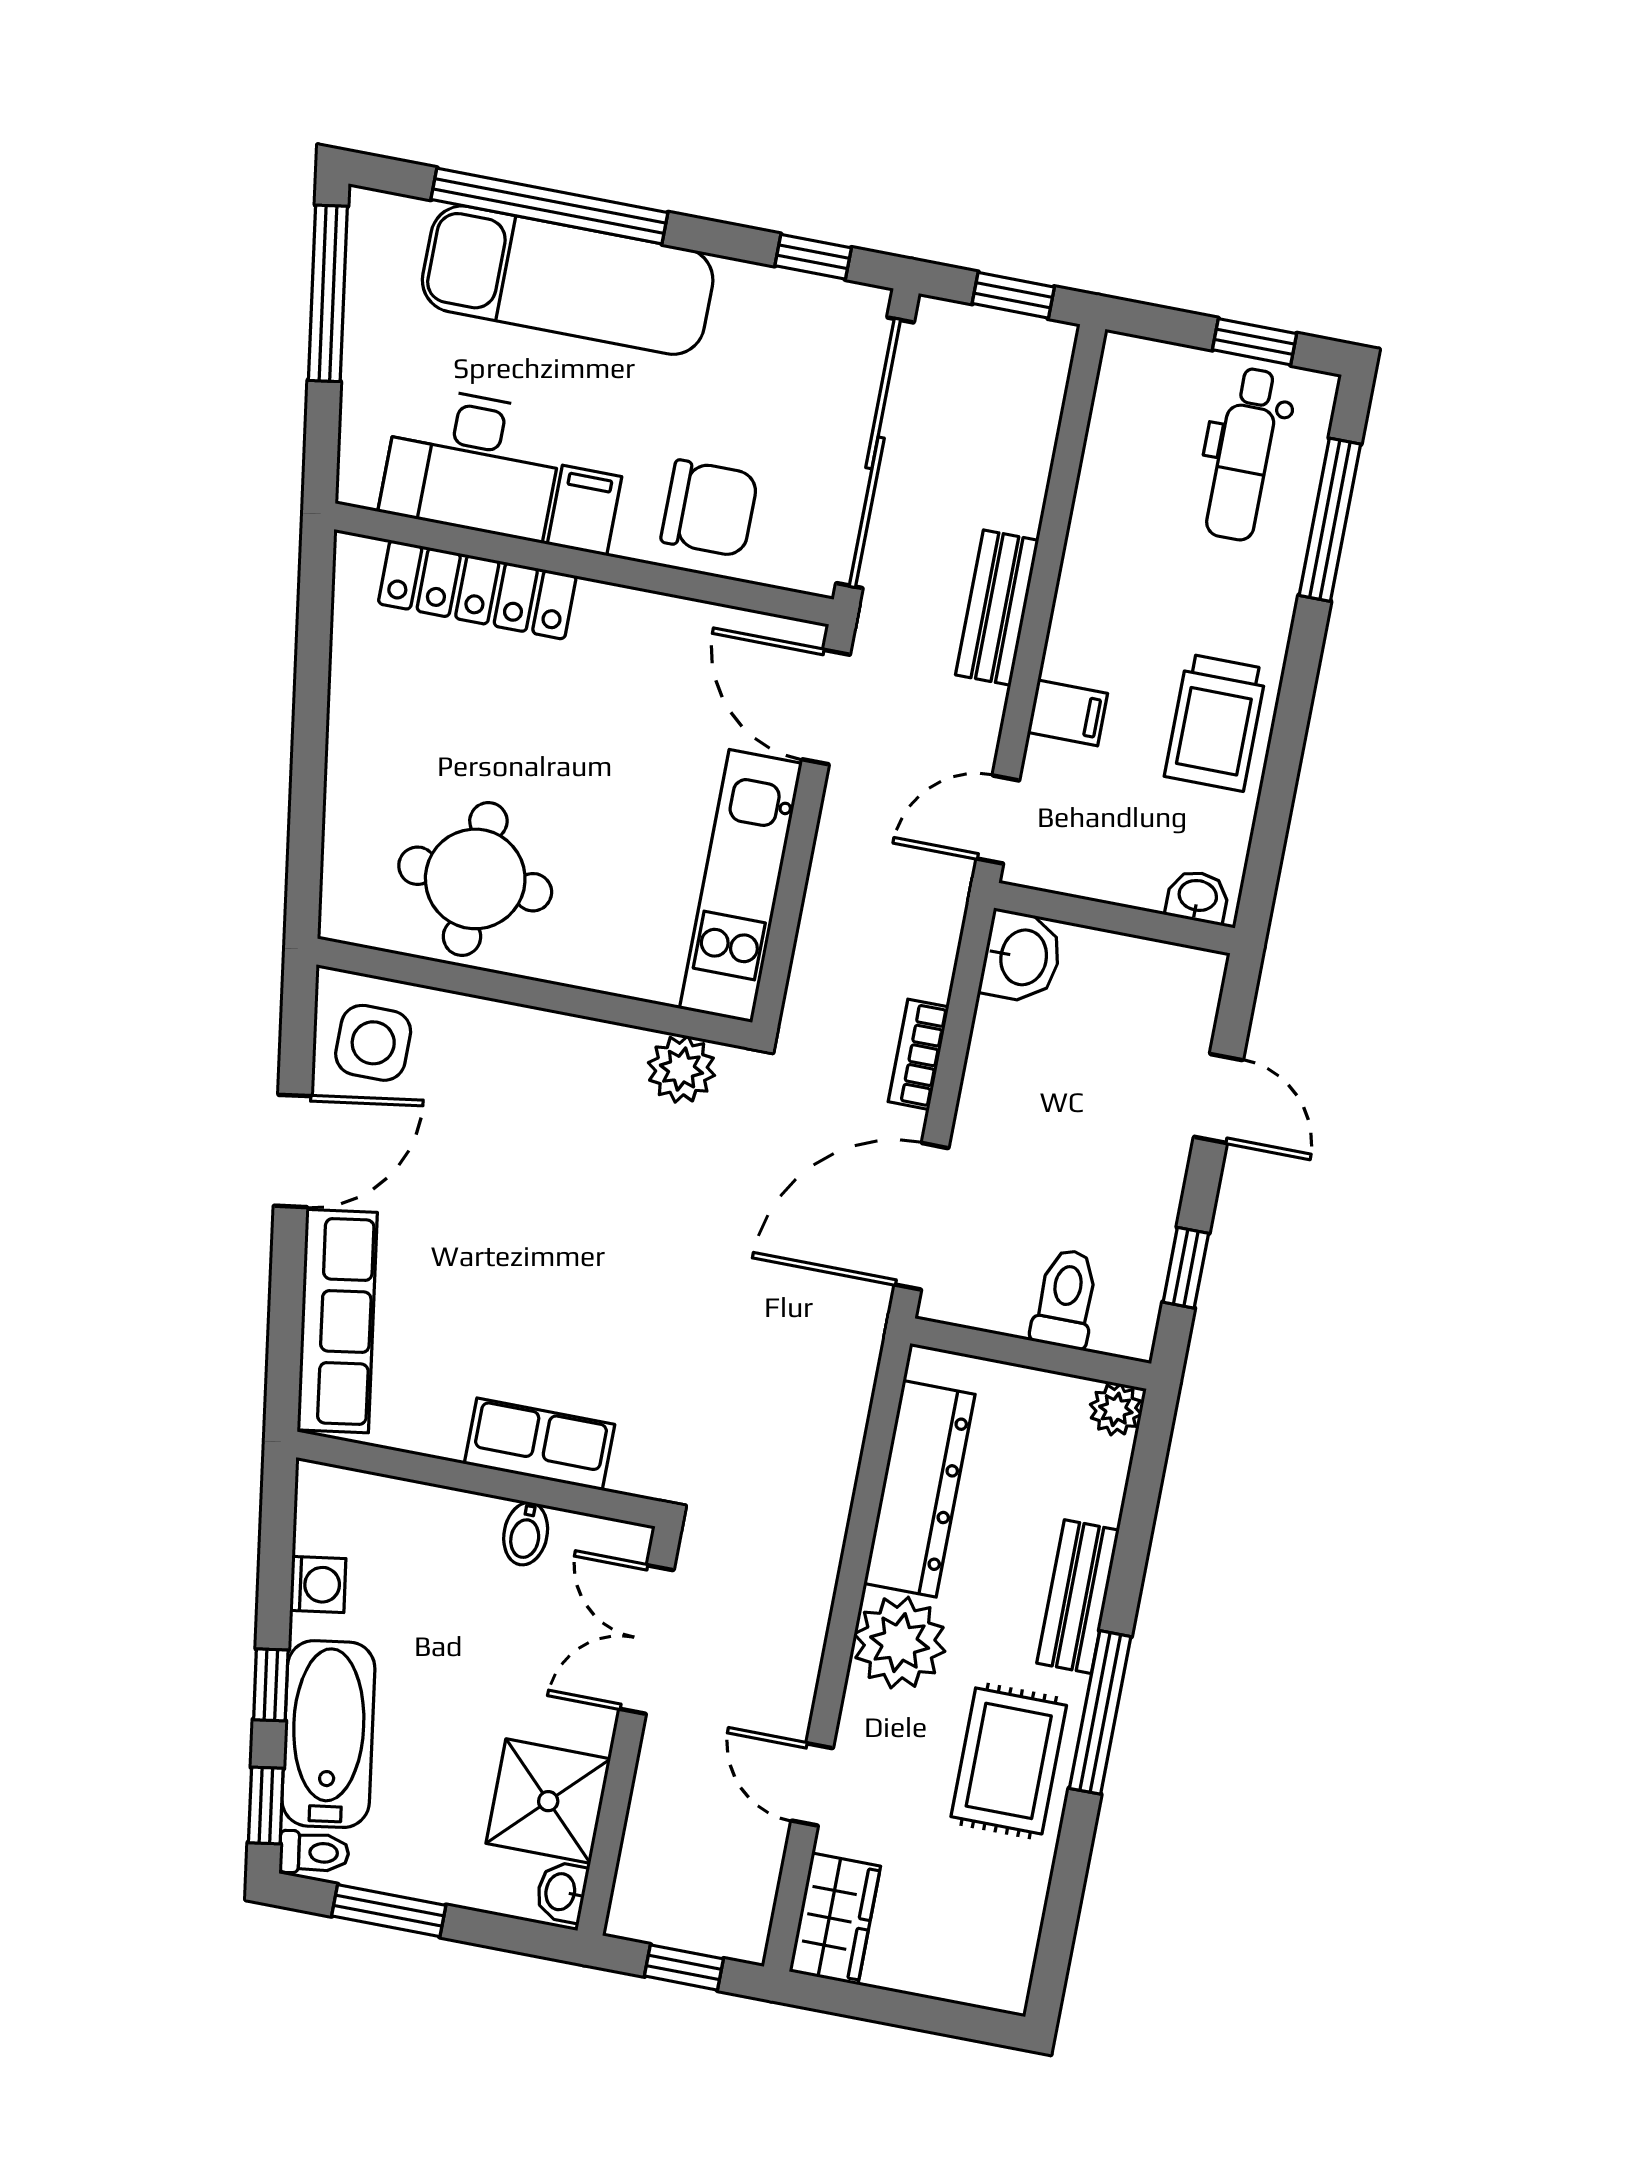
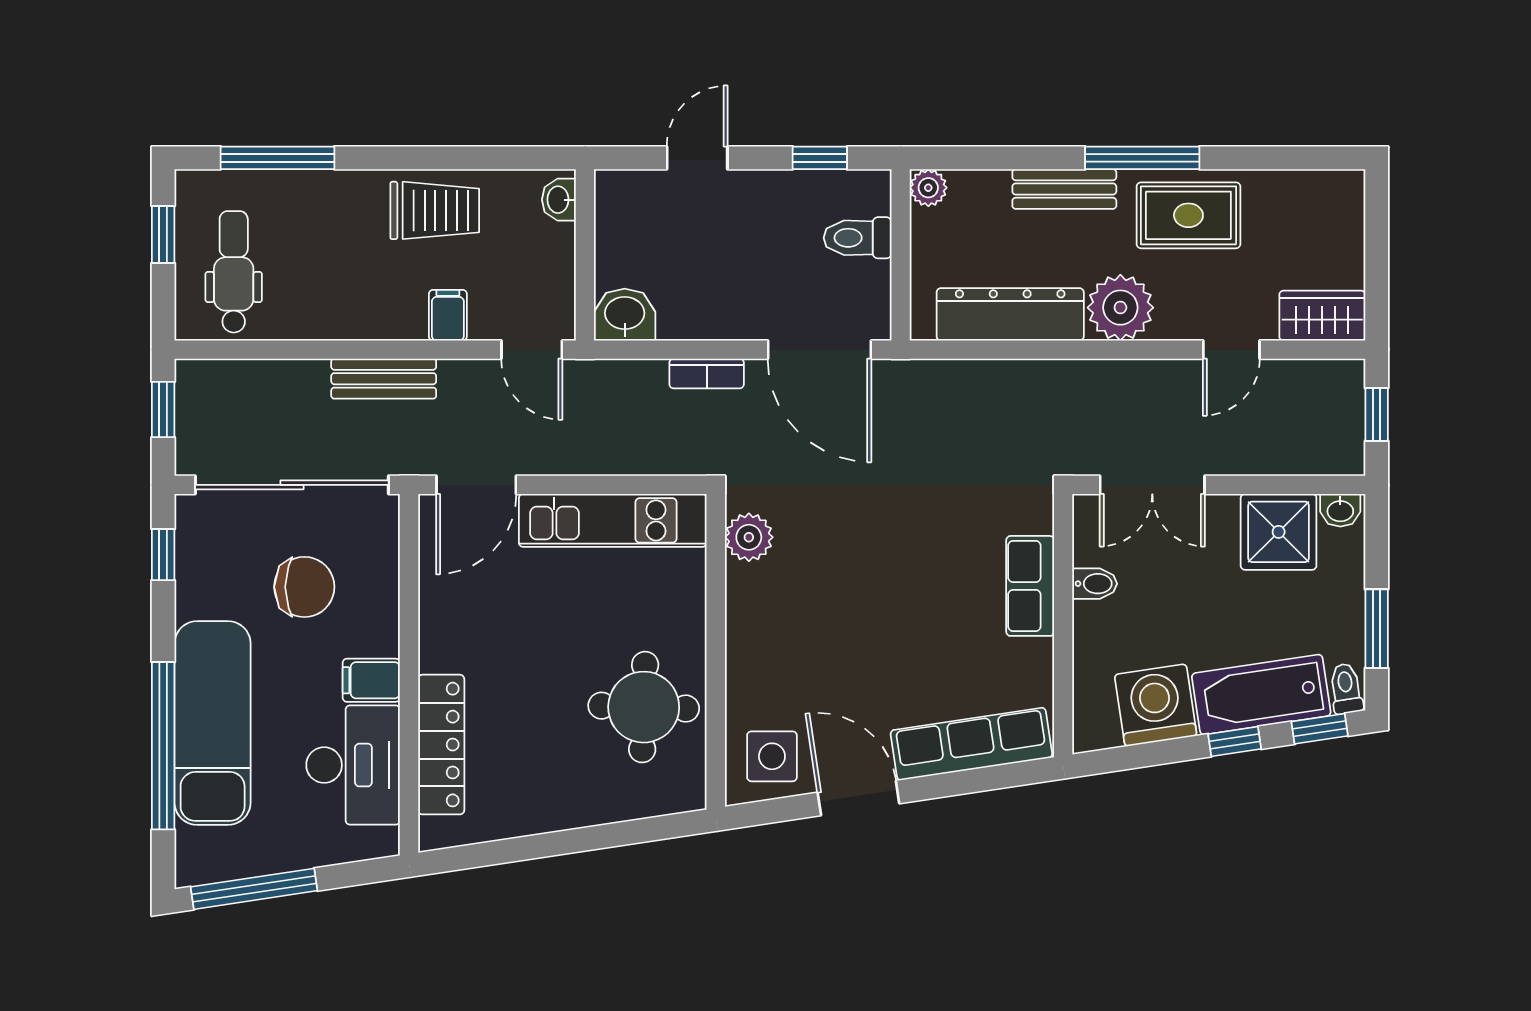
dental chair: (1244, 454) -> (234, 272), moved, turned -90
chair: (710, 508) -> (304, 587), moved, turned 90
washing machine: (318, 1585) -> (1156, 705), width x1.89, depth x1.89

